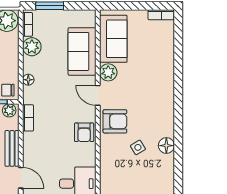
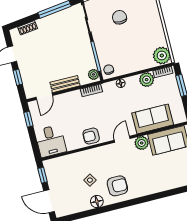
armchair: (115, 121) -> (117, 186), moved, turned -90

